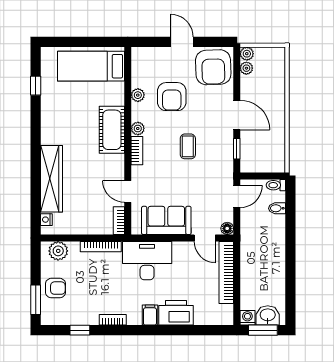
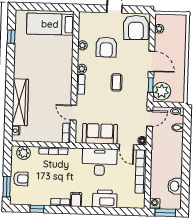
plant: (247, 54) -> (162, 91), moved, width x1.87, depth x1.87
cot: (112, 130) -> (64, 69), removed
desk: (147, 261) -> (100, 162), moved
filing cabinet: (150, 315) -> (76, 199), moved
washbasin: (268, 315) -> (175, 186), moved, turned -90

